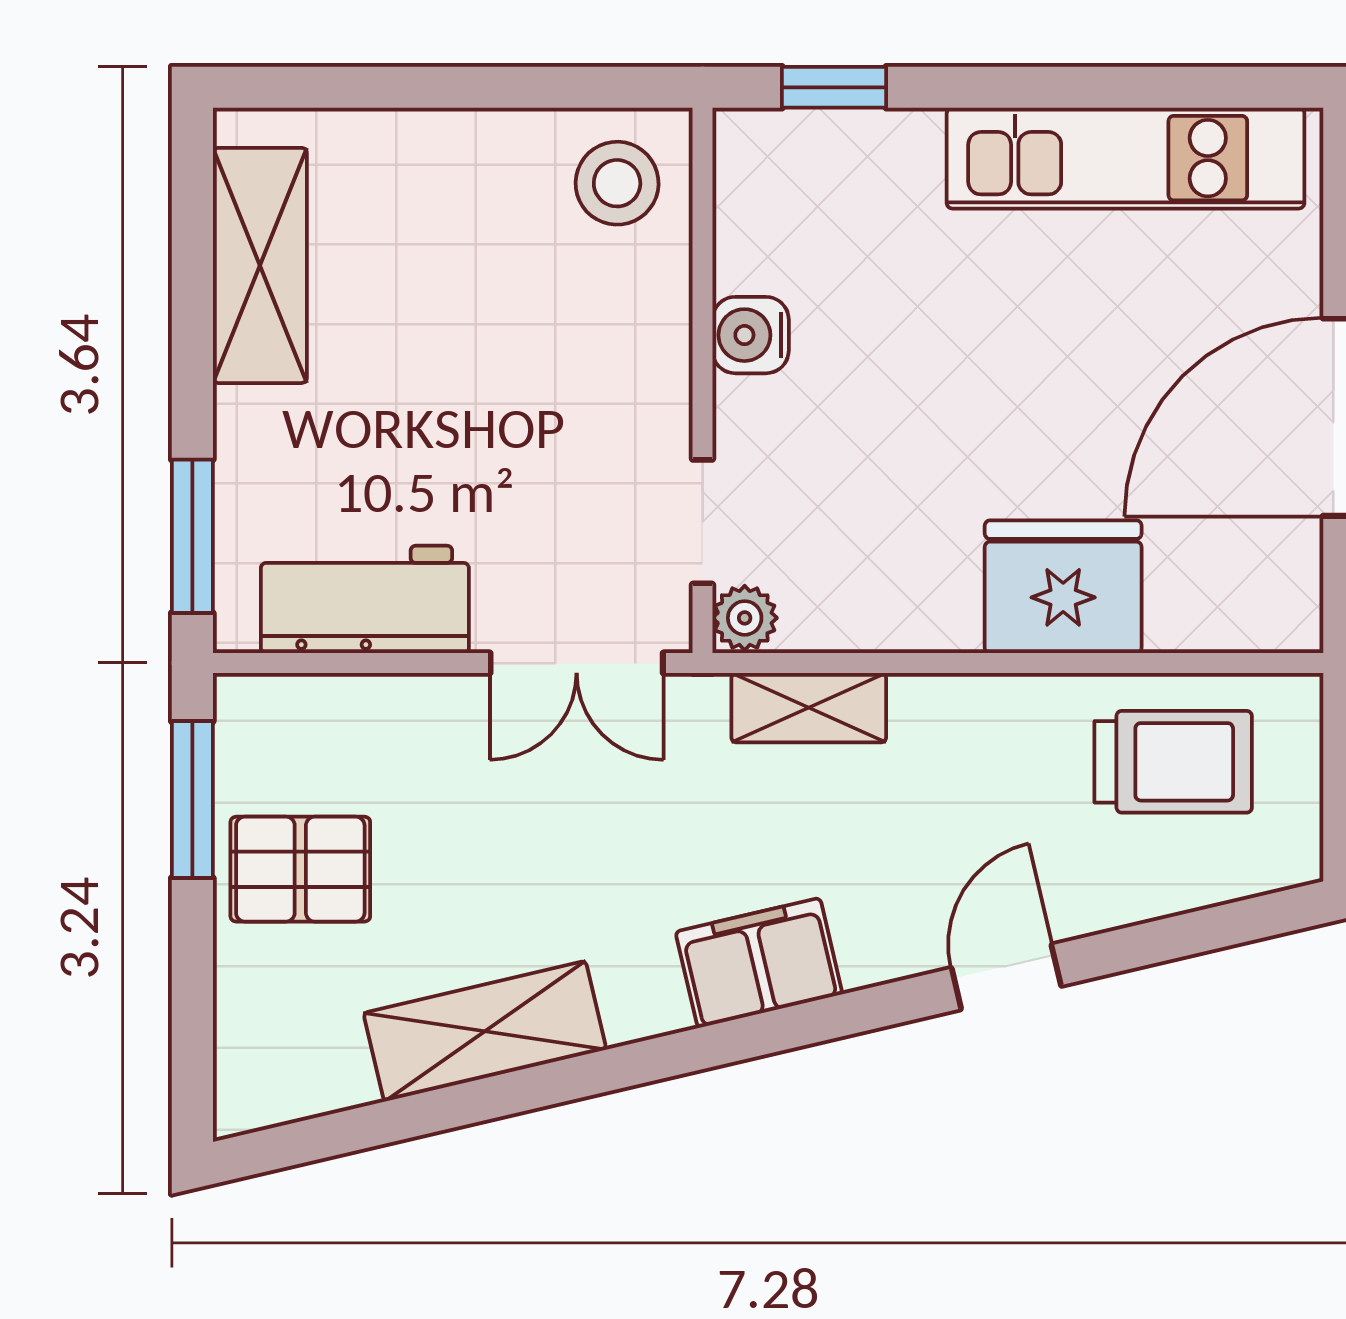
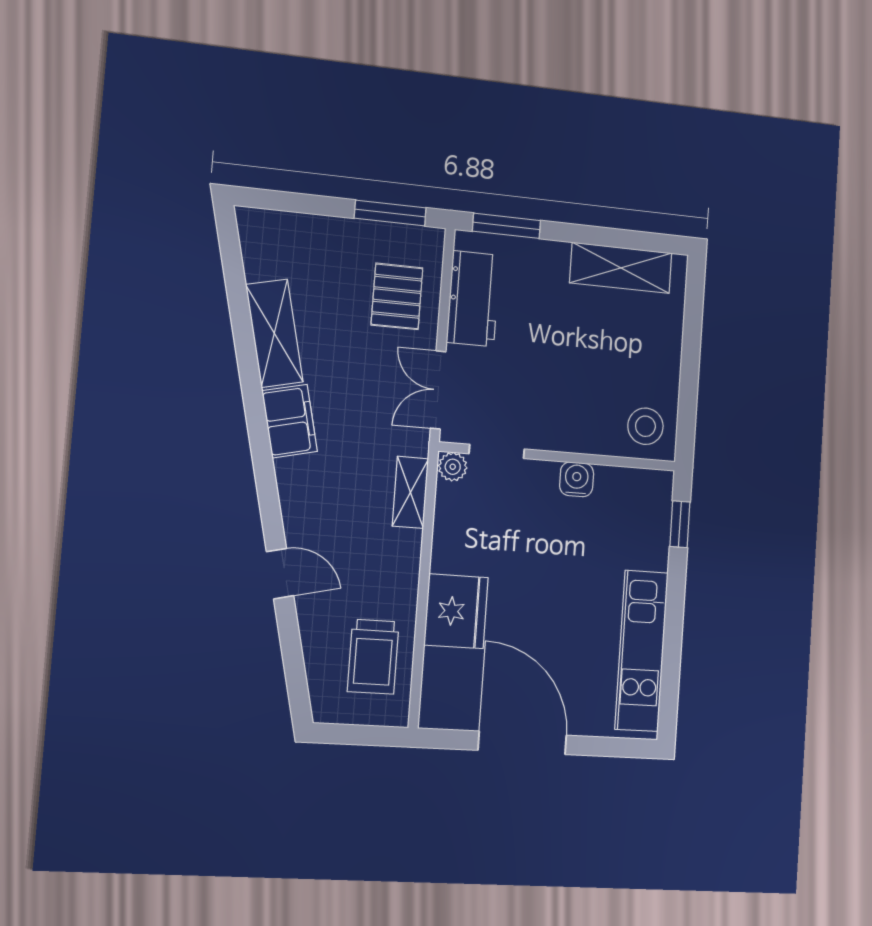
pallet: (300, 869) -> (397, 296), moved
filing cabinet: (759, 963) -> (290, 421), moved

